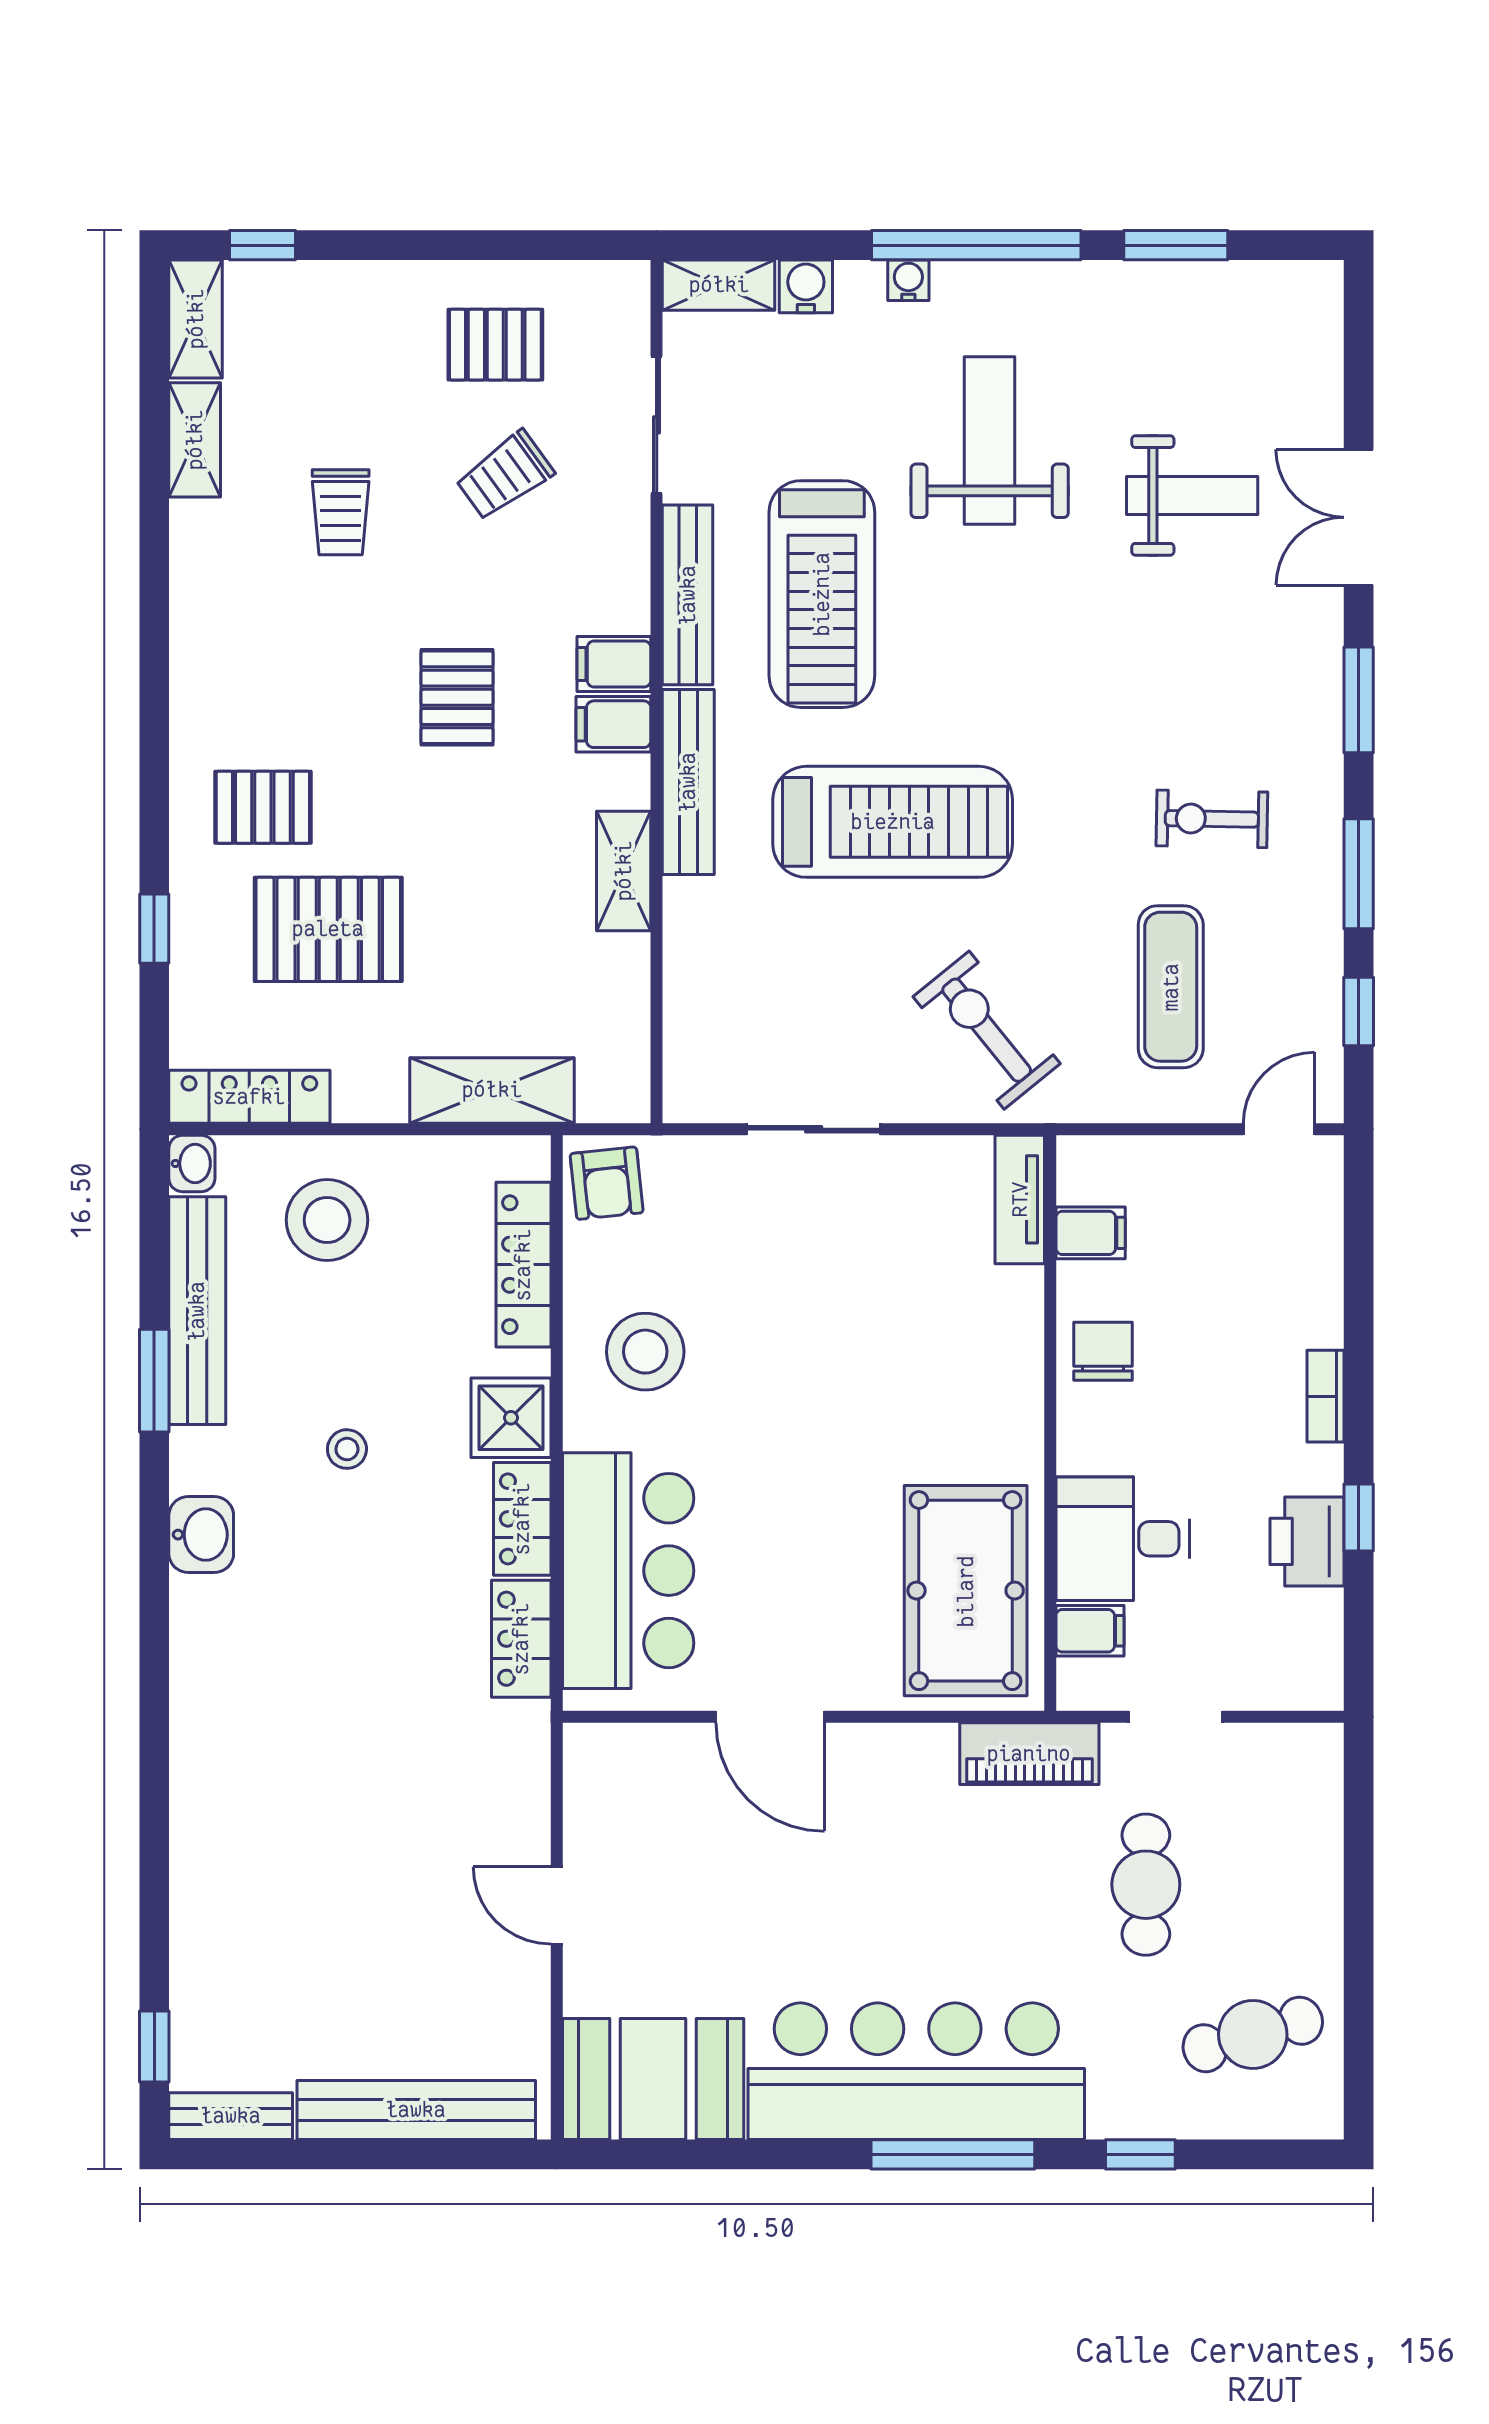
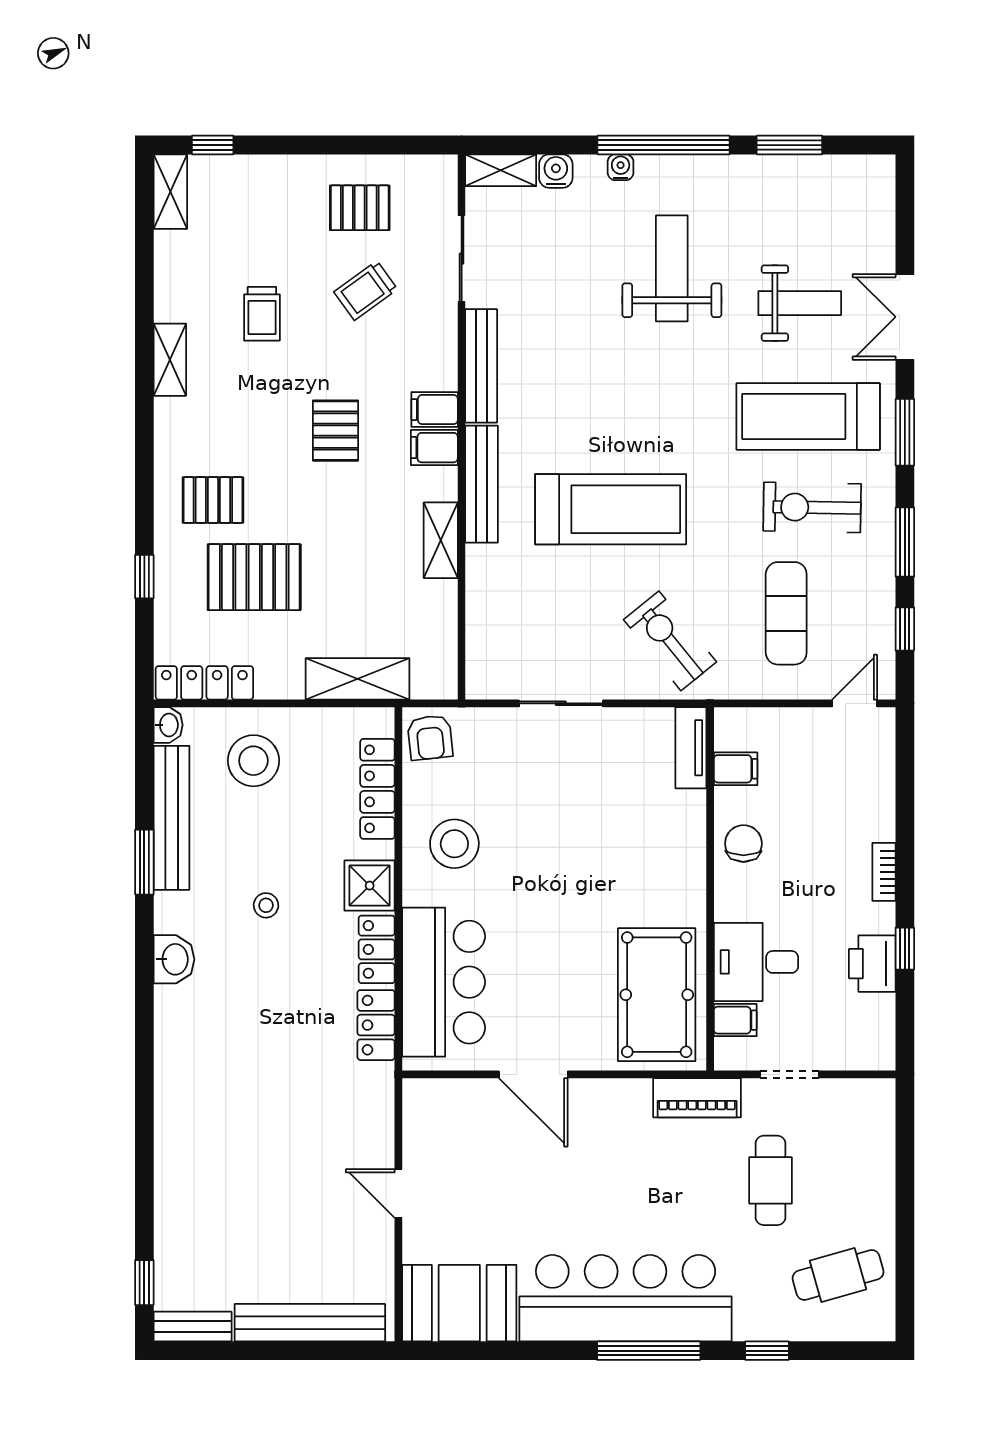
shelving: (195, 440) -> (170, 360), moved
treadmill: (822, 594) -> (808, 416), moved, turned 90
exercise bike: (1212, 819) -> (812, 507), width x1.38, depth x1.39

